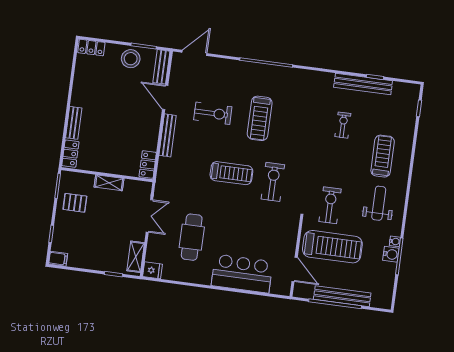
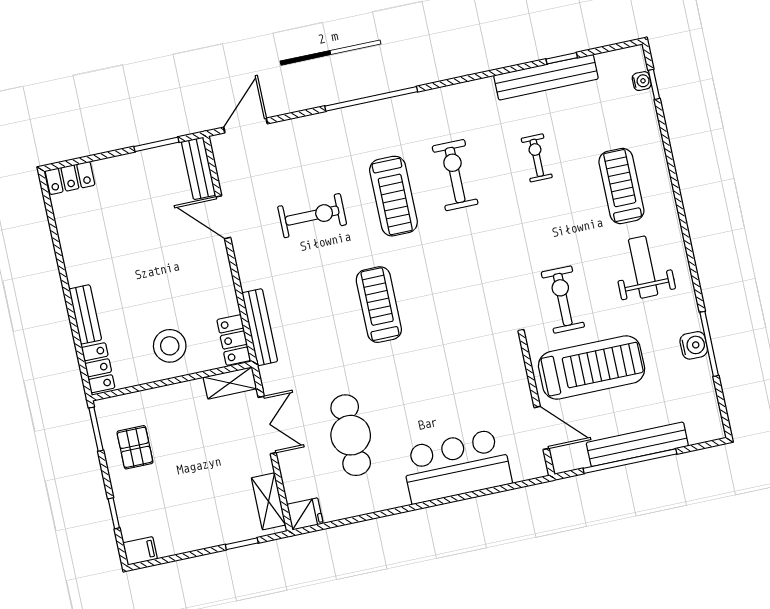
stool: (131, 59) -> (170, 346), moved
bench: (168, 135) -> (260, 327), moved
treadmill: (231, 173) -> (379, 305), turned -90
exercise bike: (273, 182) -> (455, 175), moved
shelving: (109, 183) -> (230, 383), moved
pallet: (75, 203) -> (135, 447), turned 90
water cooler: (395, 241) -> (642, 81), moved

